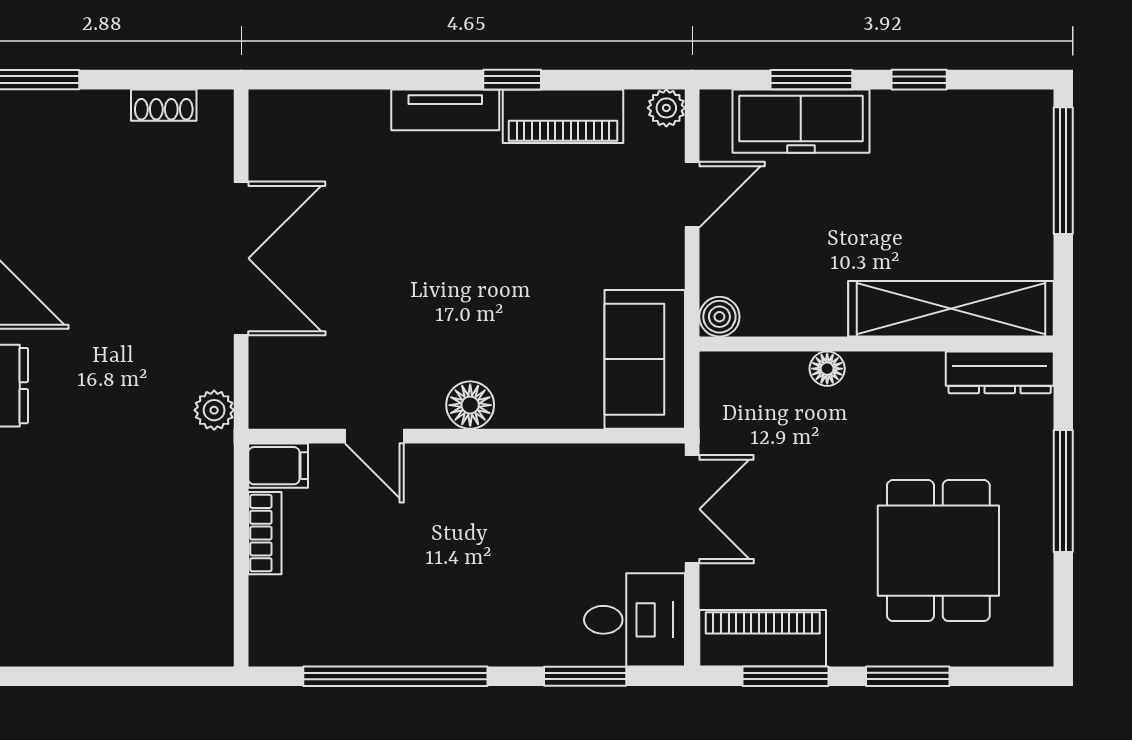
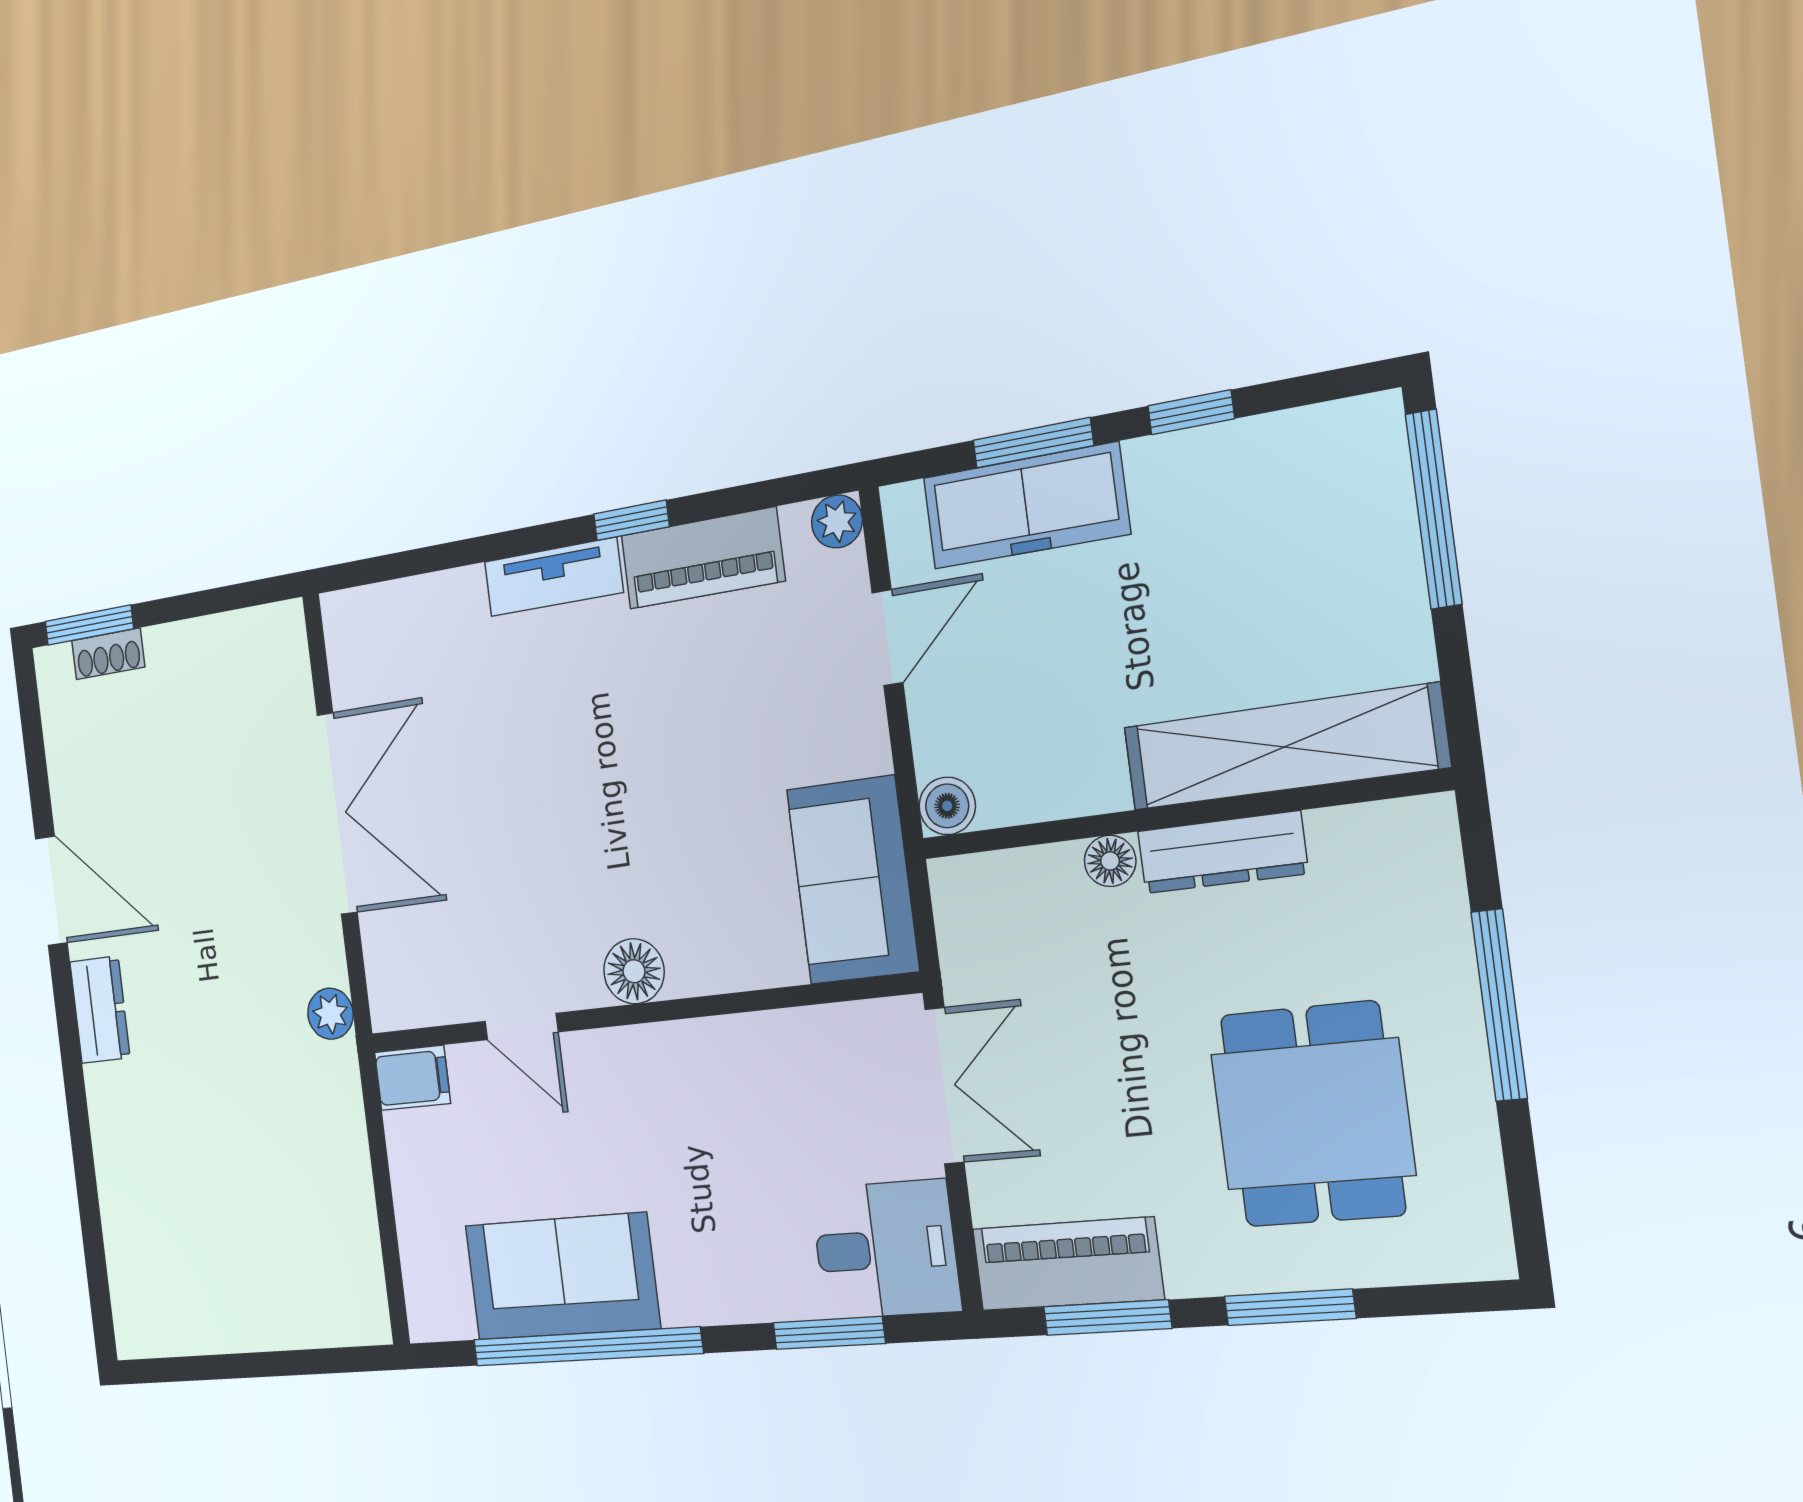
shoe rack: (164, 105) -> (108, 654), moved
dresser: (1000, 372) -> (1222, 852), moved
bookcase: (265, 533) -> (408, 1168), removed
sofa: (382, 624) -> (562, 1277), added

